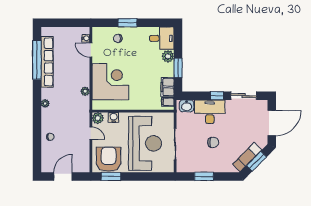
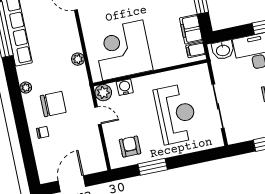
corner desk: (110, 82) -> (123, 50), moved, turned -90
chair: (62, 119) -> (53, 104), added
reception desk: (145, 143) -> (176, 114), width x0.74, depth x0.77
armchair: (109, 159) -> (130, 147), width x0.53, depth x0.53
window: (111, 176) -> (153, 167), moved

